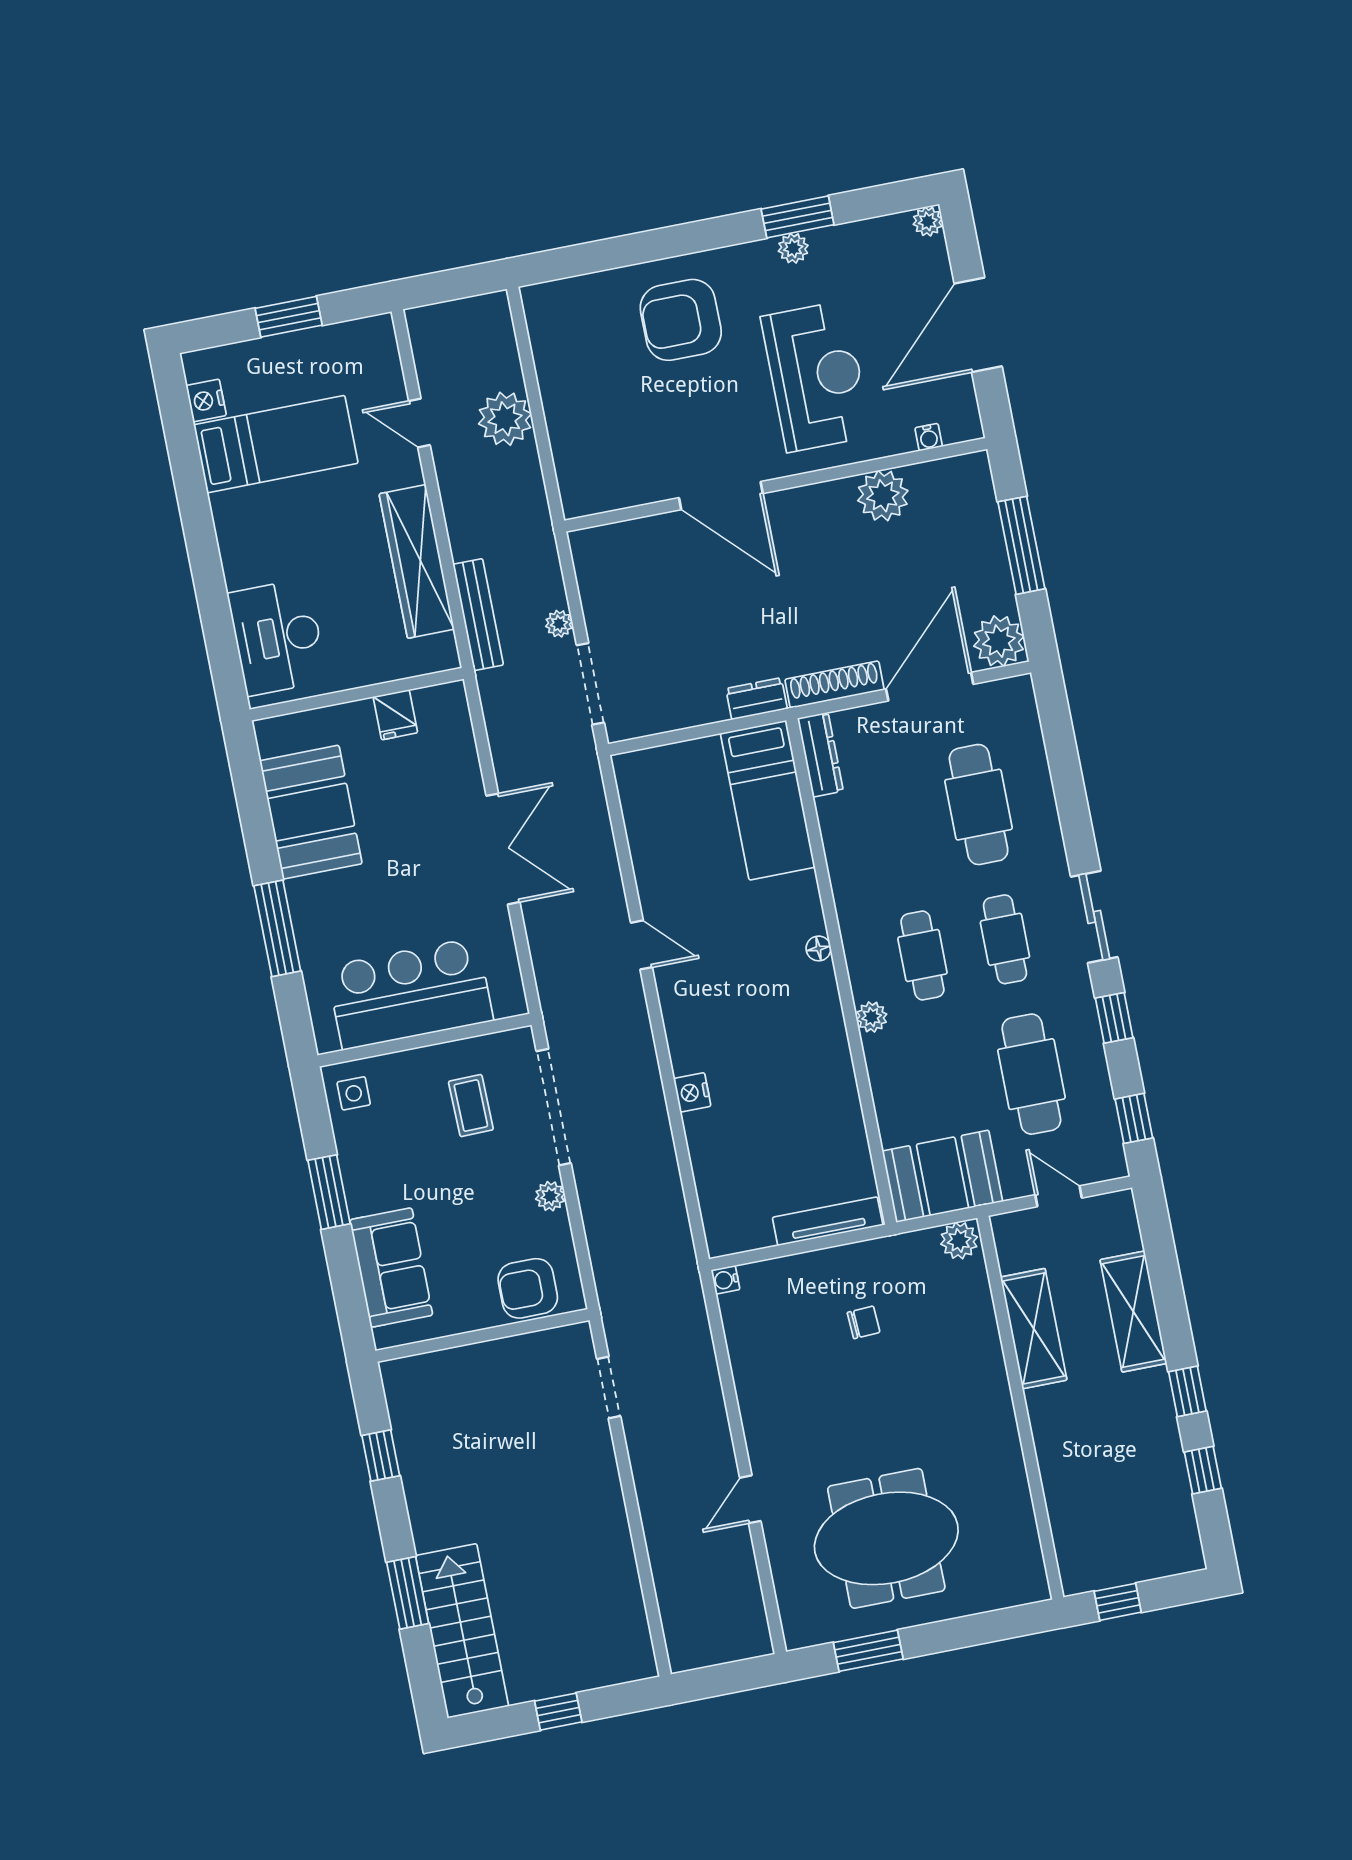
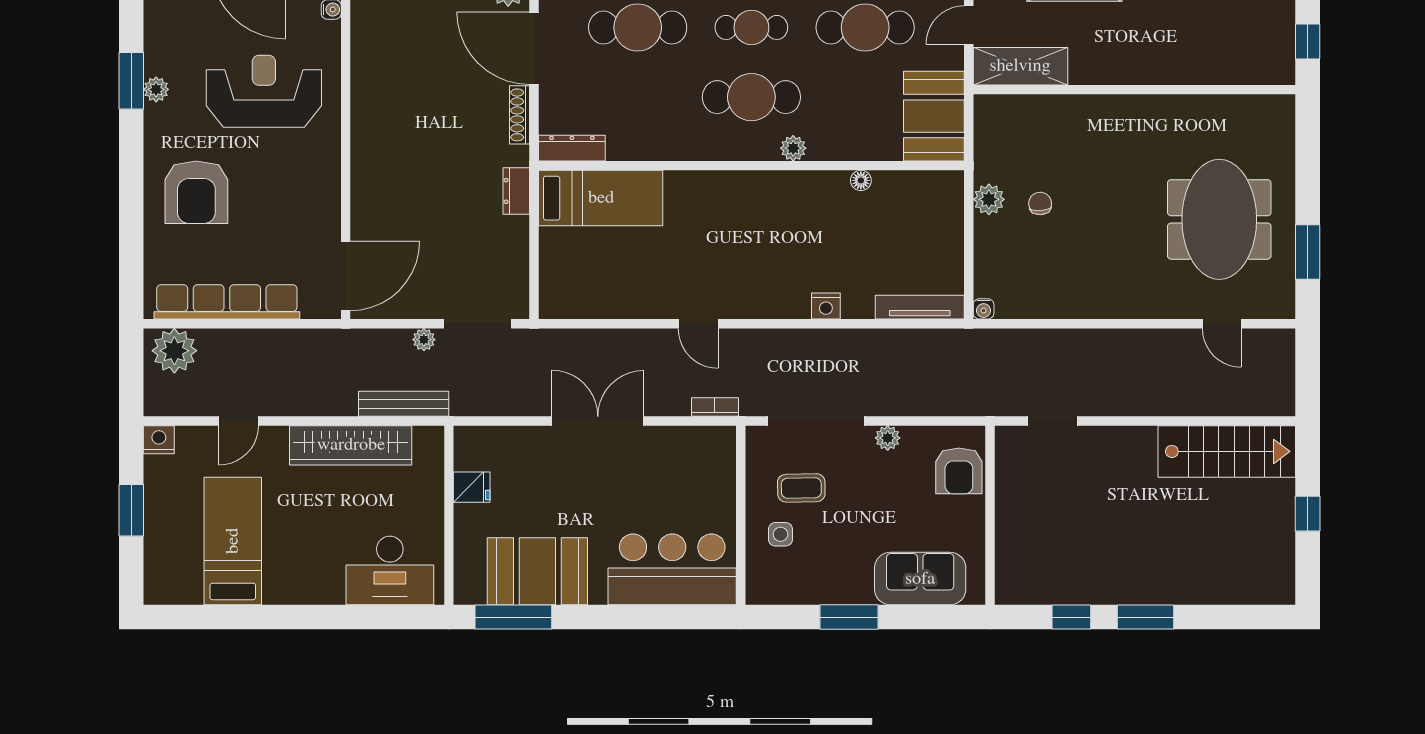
row of seats: (558, 381) -> (227, 302), added
nightstand: (206, 401) -> (159, 440), moved, turned 180
plant: (505, 419) -> (174, 351), moved
door: (721, 496) -> (346, 276), moved
plant: (883, 496) -> (371, 56), removed
shoe rack: (835, 685) -> (520, 115), width x0.74, depth x0.81
window: (277, 928) -> (513, 617), moved
door: (642, 945) -> (698, 324), swing flipped
floor lamp: (819, 948) -> (861, 180), moved
cafe table: (922, 955) -> (751, 97), width x1.37, depth x1.35
bookcase: (547, 984) -> (715, 407), added
bar counter: (410, 994) -> (672, 569), moved, turned 90
side table: (354, 1093) -> (780, 534), moved
tv unit: (828, 1221) -> (920, 307), moved, turned 90
plant: (959, 1241) -> (989, 199), moved
shelving: (1034, 1329) -> (1020, 66), moved
door: (750, 1499) -> (1222, 324), moved
window: (408, 1593) -> (1146, 617), moved
stairs: (462, 1631) -> (1227, 451), moved, turned 180

